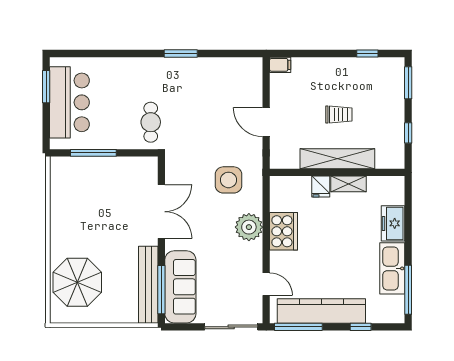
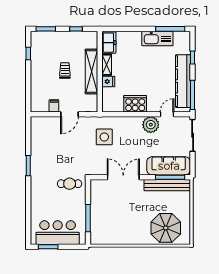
filing cabinet: (280, 65) -> (54, 106), moved
freezer: (393, 223) -> (109, 43), moved, turned -90
plant: (249, 227) -> (151, 125), moved

